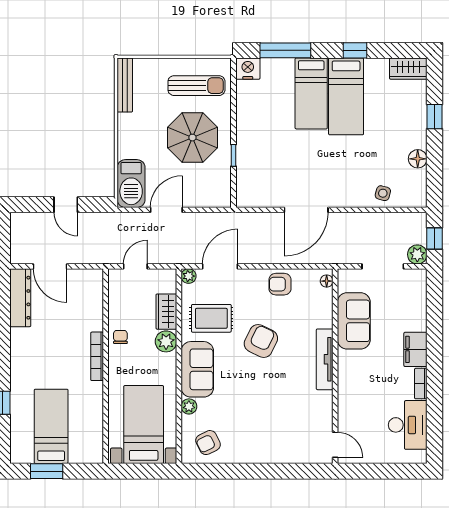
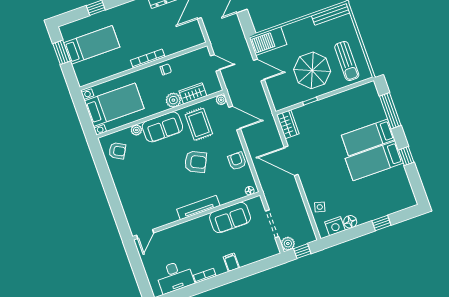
nightstand: (248, 69) -> (335, 226), moved, turned 90
wardrobe: (408, 69) -> (288, 124), moved, turned 180
filing cabinet: (415, 349) -> (231, 262), width x0.50
armchair: (208, 443) -> (117, 151), turned 145

